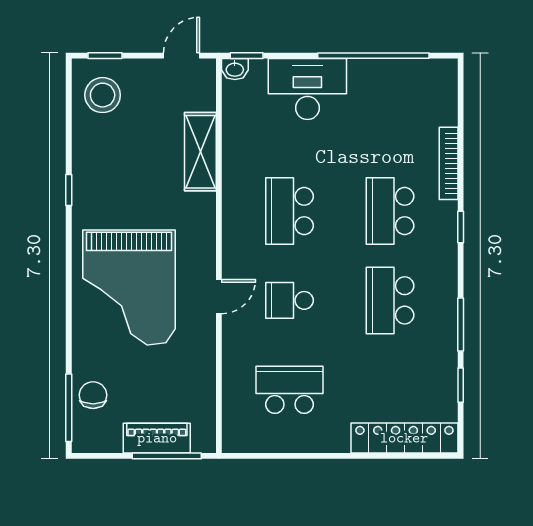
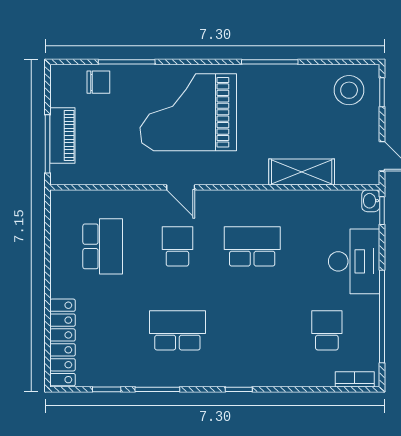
bookcase: (449, 163) -> (355, 379), moved, width x0.64
window: (69, 190) -> (270, 62), width x2.17
school desk: (390, 211) -> (327, 330), moved, width x0.54
window: (69, 408) -> (127, 62), moved

